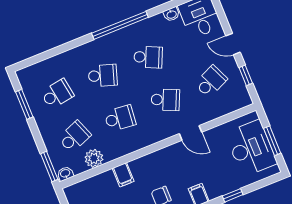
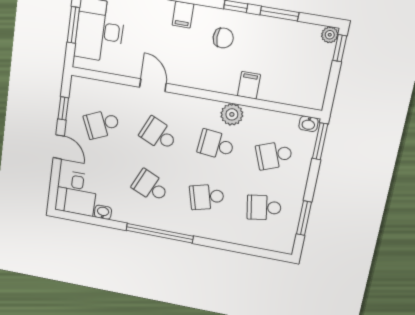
school desk: (103, 76) -> (207, 197), turned -33
plant: (94, 158) -> (232, 114), moved

